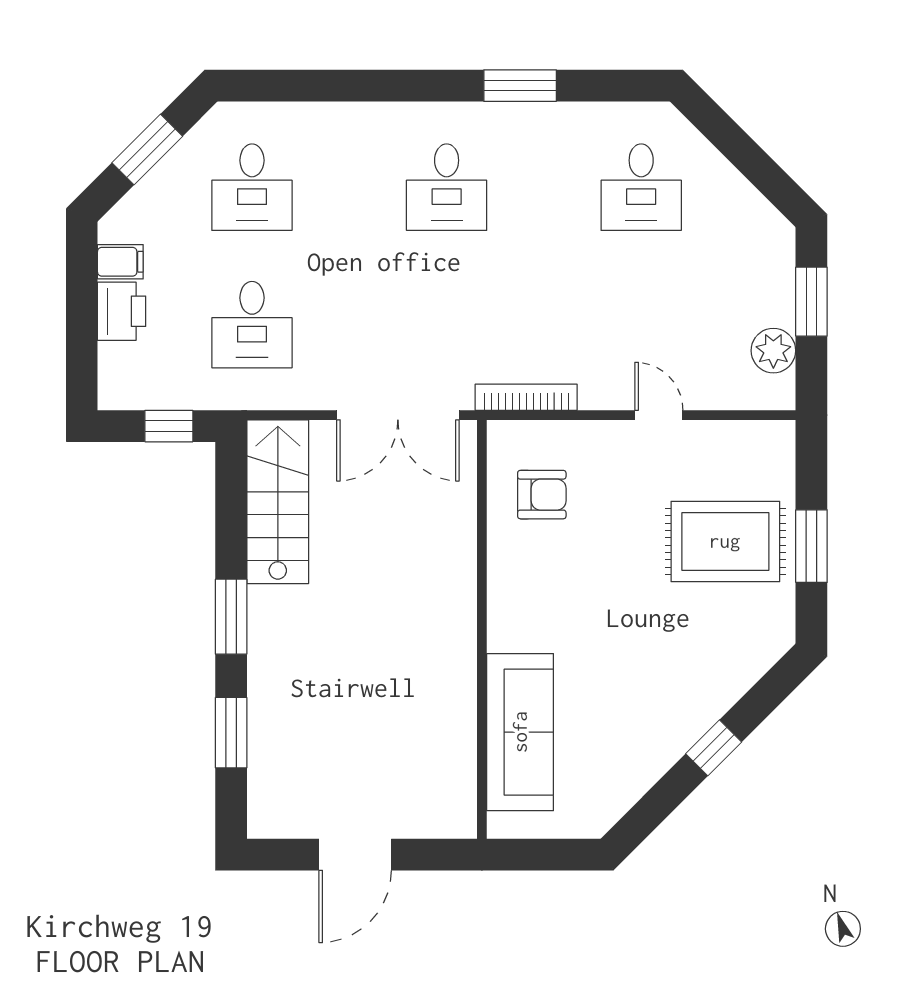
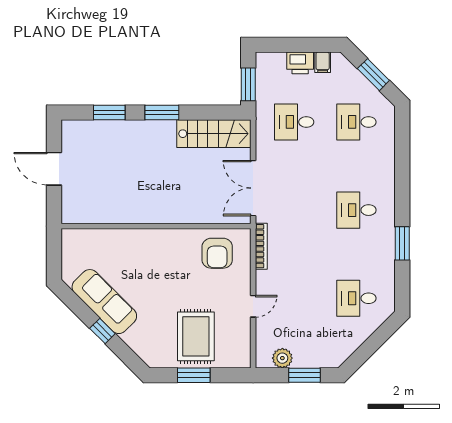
window: (169, 426) -> (248, 84), width x1.50
armchair: (542, 495) -> (217, 253), width x1.38, depth x1.38
sofa: (520, 732) -> (104, 302), moved, turned -135

